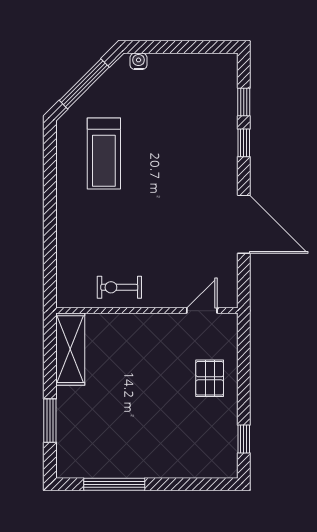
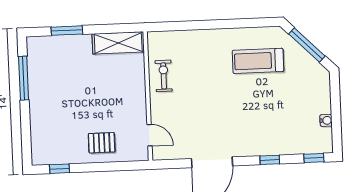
water cooler: (139, 61) -> (326, 120), moved
window: (244, 102) -> (314, 158), moved

